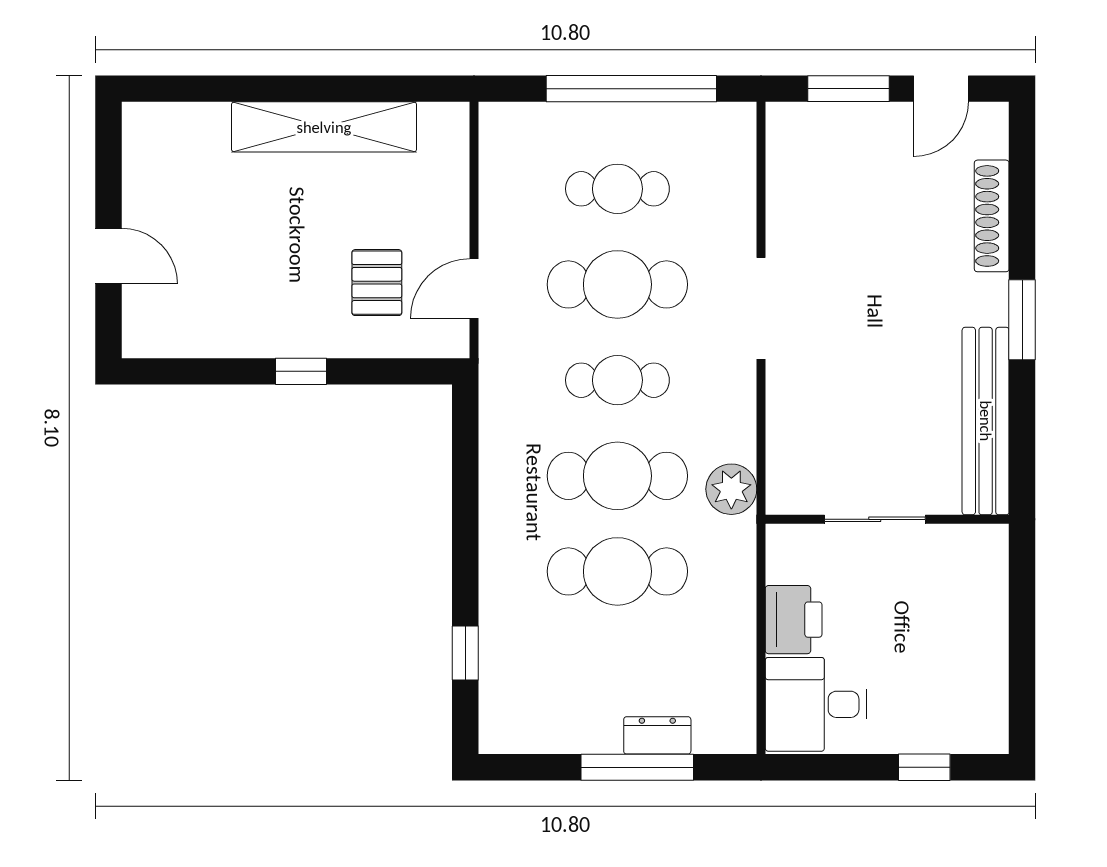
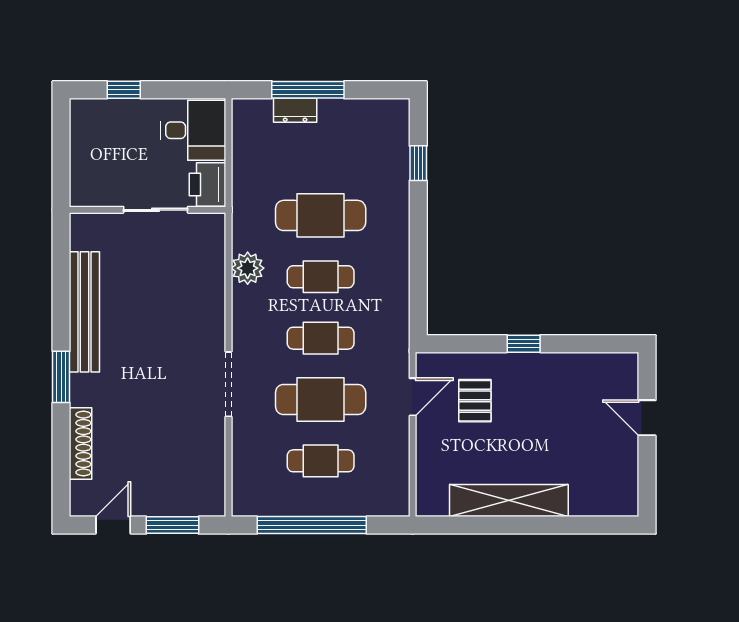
cafe table: (617, 476) -> (321, 277), width x0.73, depth x0.74
sliding door: (875, 519) -> (156, 210), moved
wall: (887, 519) -> (148, 210), moved

